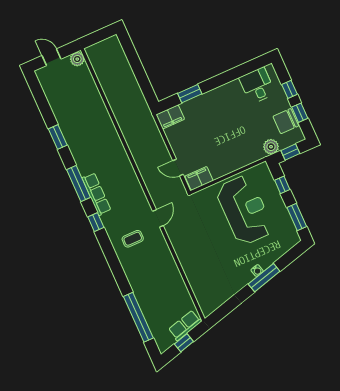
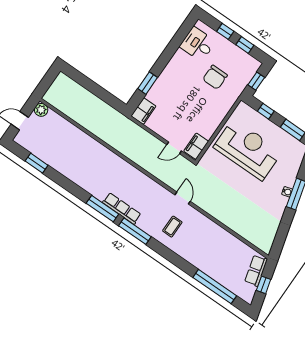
chair: (286, 121) -> (215, 77), moved
window: (58, 137) -> (37, 163), moved
plant: (271, 147) -> (238, 86), removed
window: (96, 222) -> (135, 231), width x2.17

